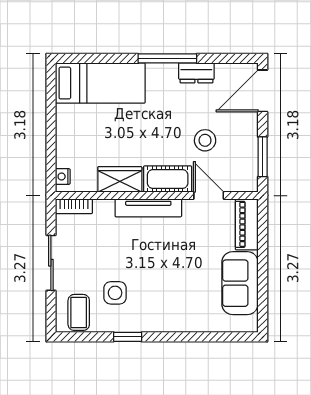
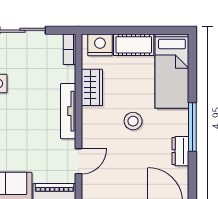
stool: (205, 140) -> (133, 121), moved
nightstand: (63, 176) -> (100, 45), width x1.89, depth x1.79
cot: (168, 179) -> (134, 45), moved, turned 90

